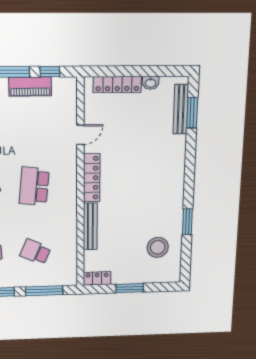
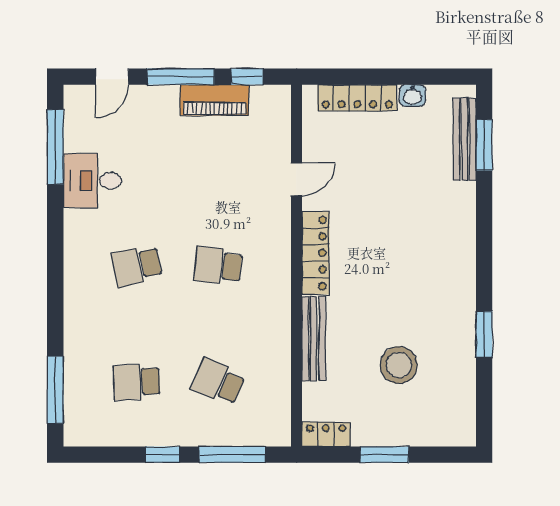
school desk: (34, 186) -> (218, 266), width x0.54
stool: (158, 247) -> (399, 365), moved

